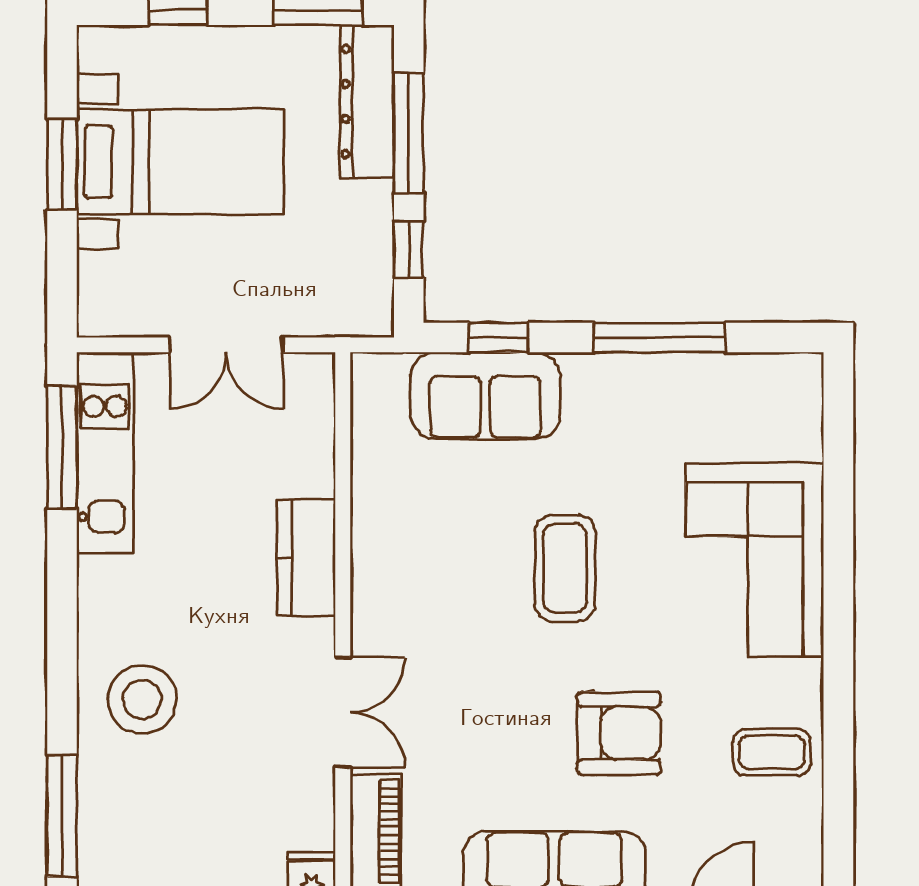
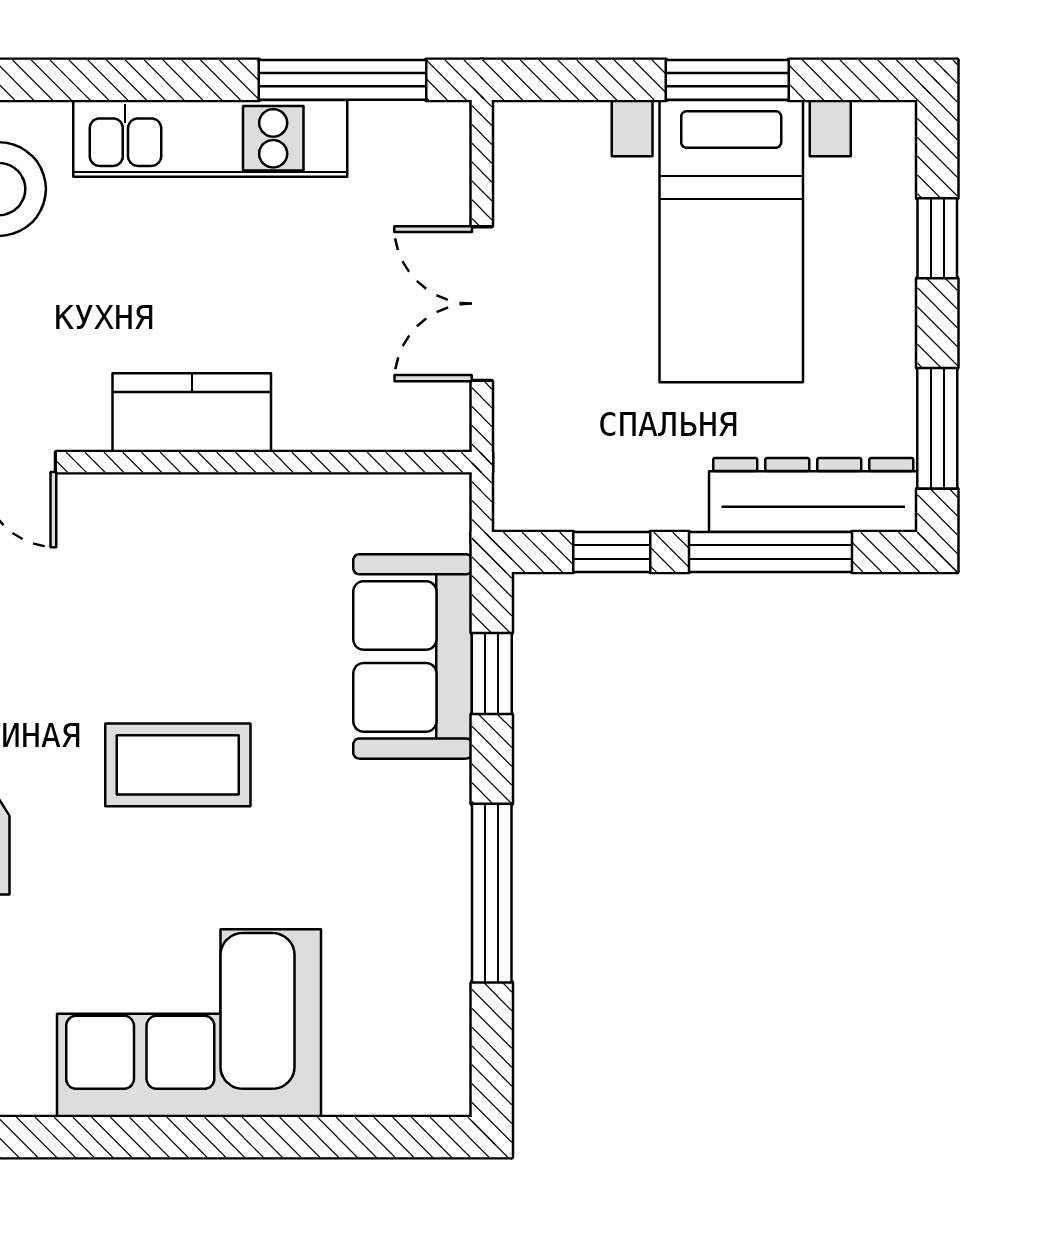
kitchen unit: (105, 453) -> (210, 138), moved

